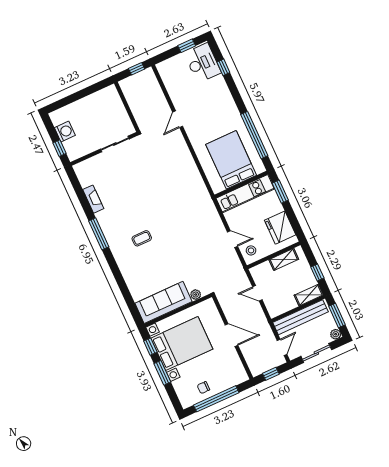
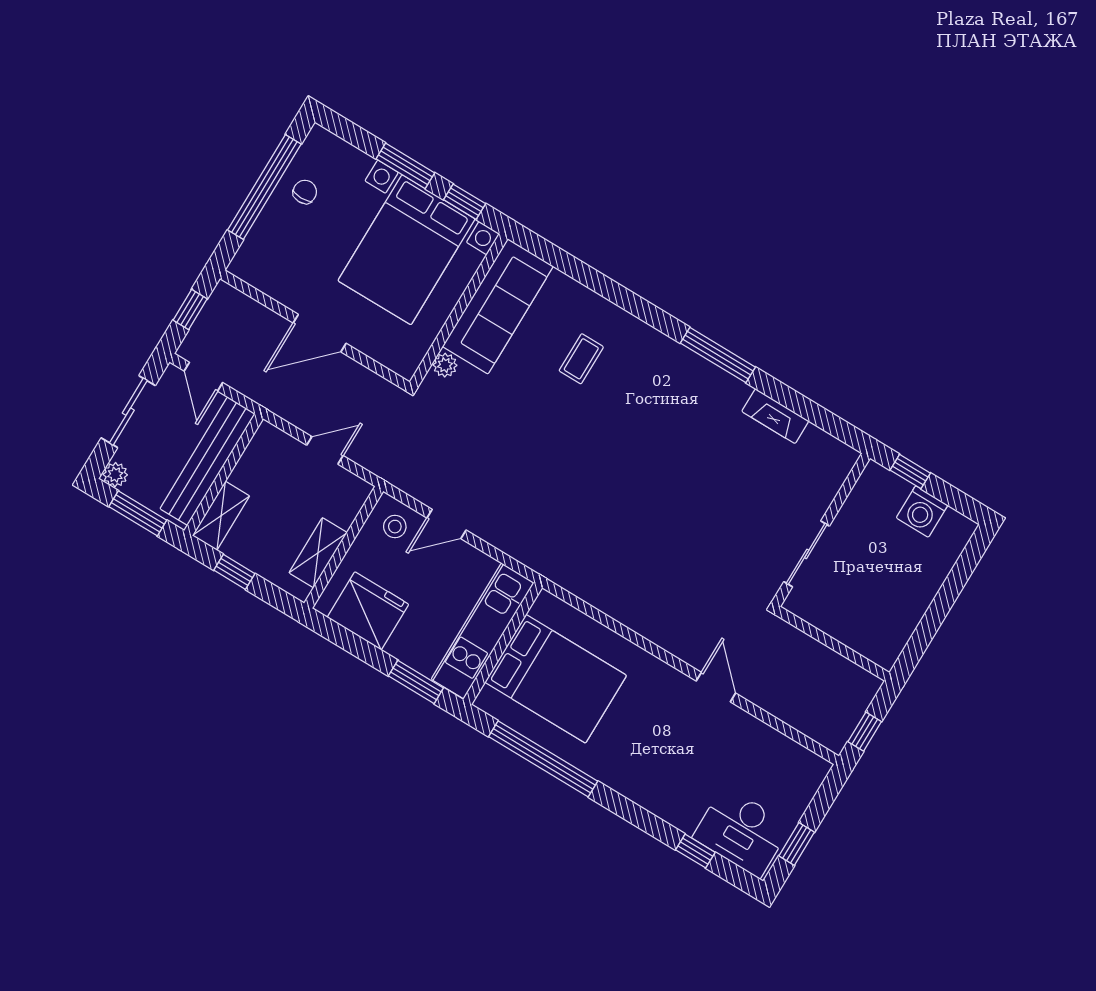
coffee table: (142, 238) -> (581, 359), moved

